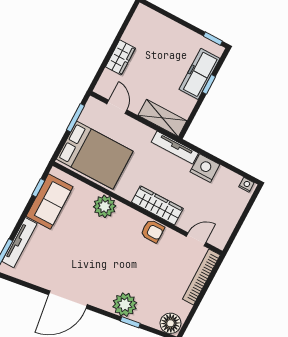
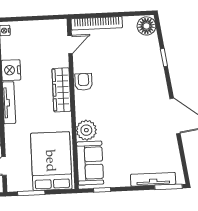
sofa: (49, 202) -> (90, 163), moved, turned 90
door: (196, 239) -> (70, 44), swing flipped
plant: (125, 305) -> (153, 70), removed

